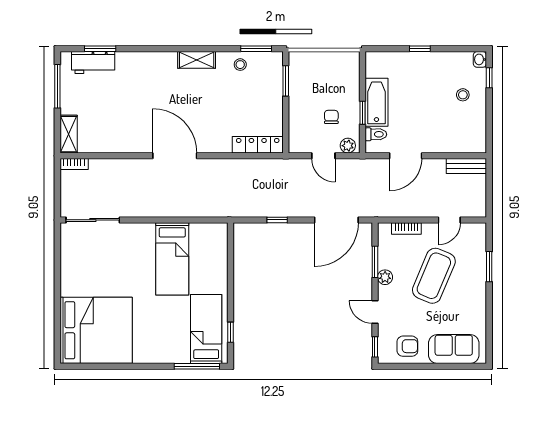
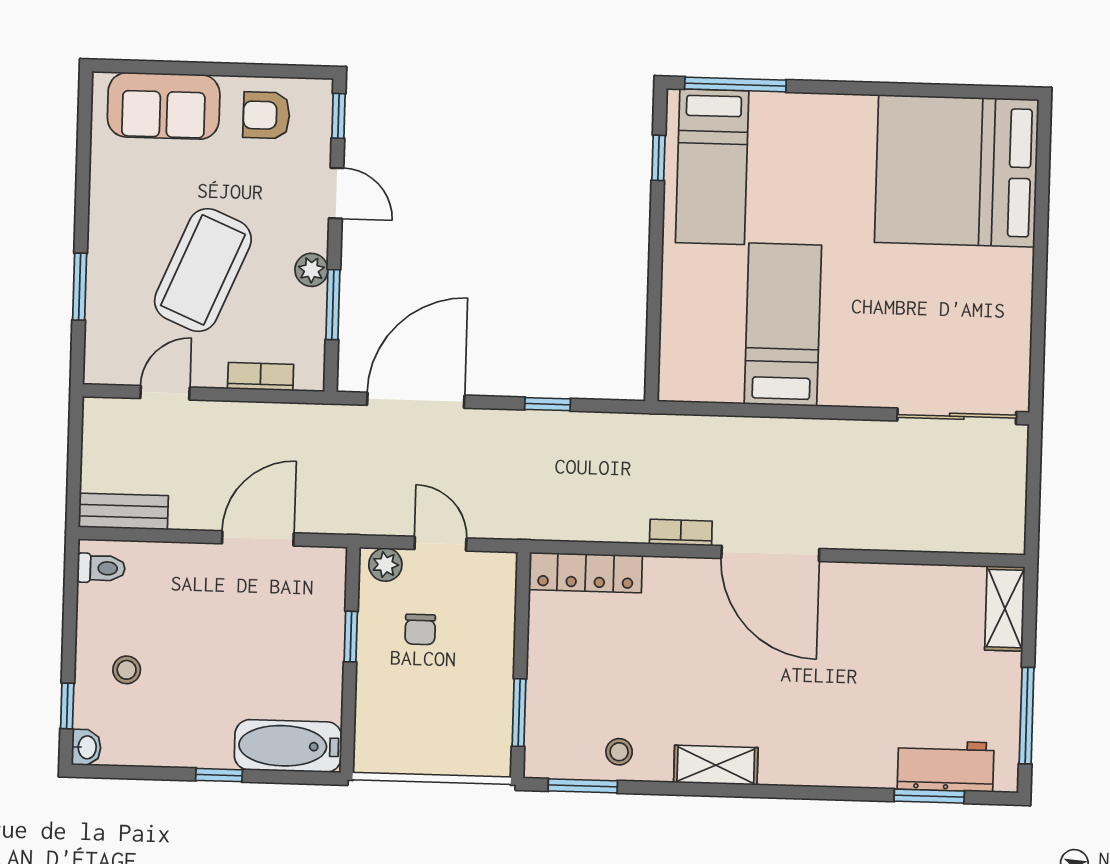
bathtub: (376, 102) -> (288, 746), moved, turned 90
toilet: (376, 134) -> (101, 568), moved, turned 180
bookcase: (74, 164) -> (681, 532), moved

